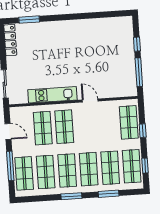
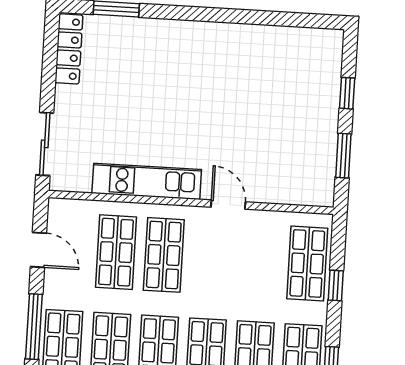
window: (139, 72) -> (343, 156), width x0.69

